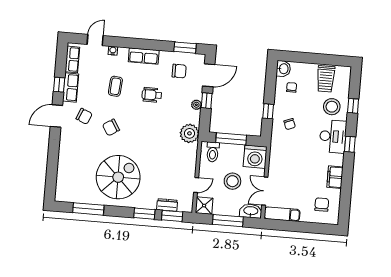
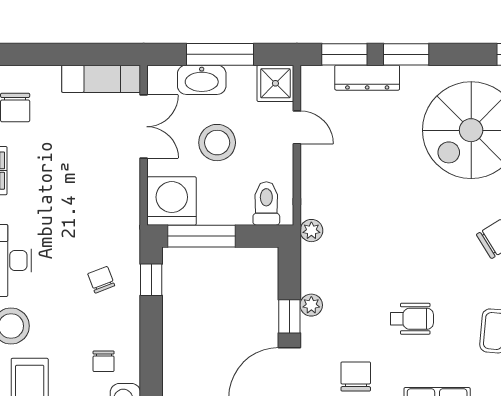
chair: (179, 71) -> (356, 377), turned 90
window: (268, 111) -> (151, 280), moved
plant: (189, 133) -> (311, 231), width x0.53, depth x0.53
window: (231, 139) -> (201, 236), moved
door: (196, 185) -> (297, 127), swing flipped
dresser: (167, 205) -> (367, 78), width x1.44
washbasin: (251, 211) -> (202, 80), moved

